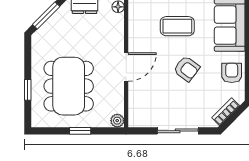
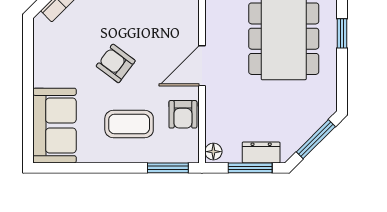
armchair: (232, 73) -> (183, 114), moved

